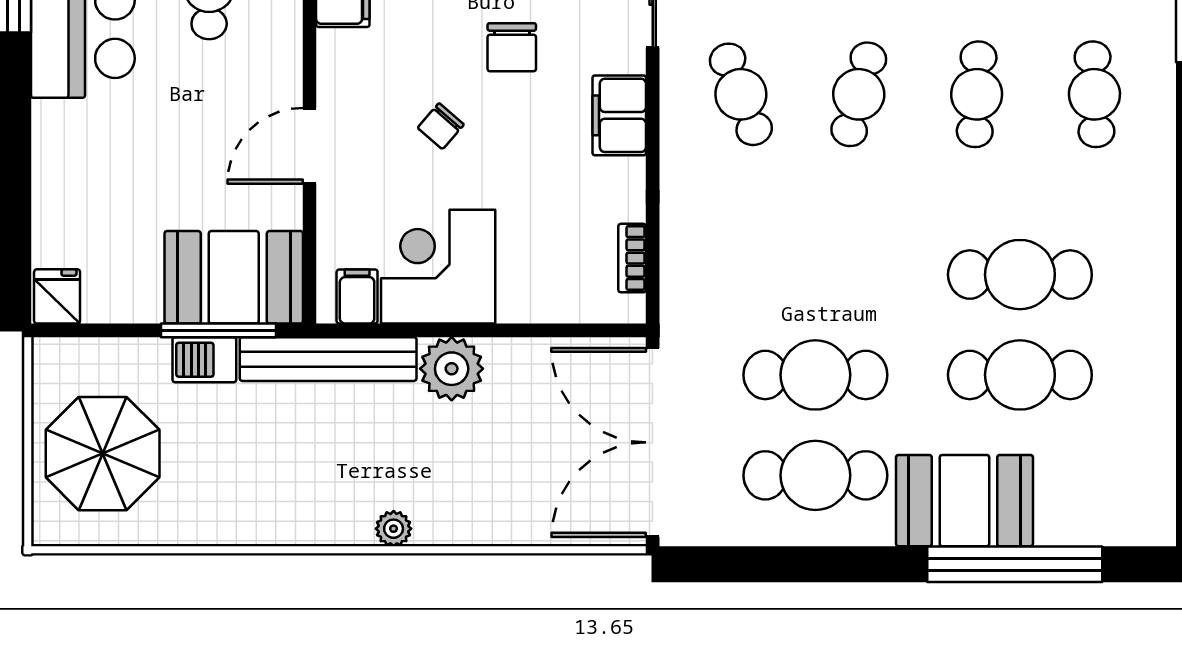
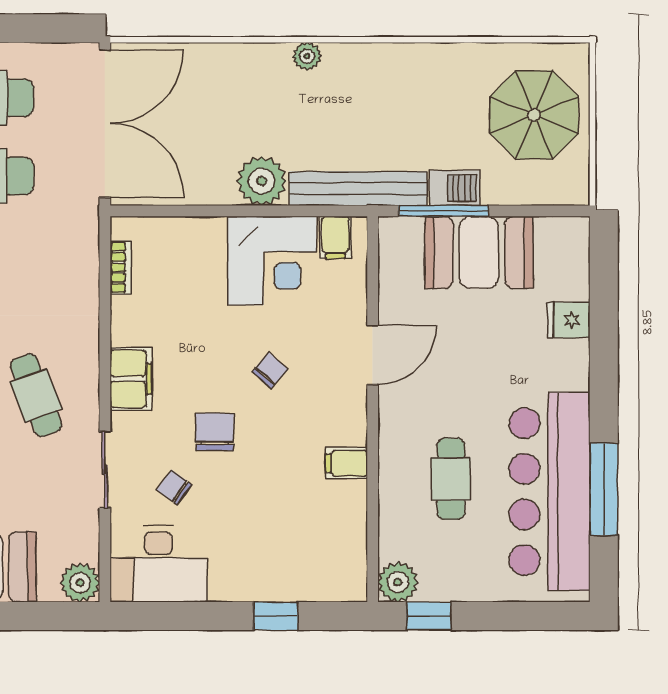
booth: (234, 277) -> (479, 252), moved
fridge: (57, 296) -> (569, 320), moved, turned 90

